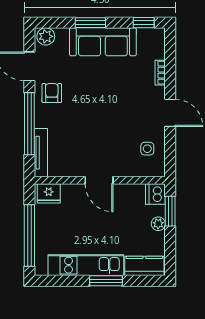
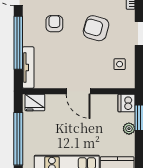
armchair: (52, 93) -> (54, 24), moved
armchair: (120, 107) -> (96, 28), added

